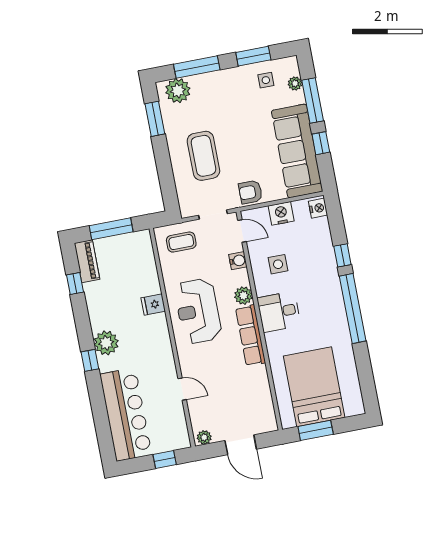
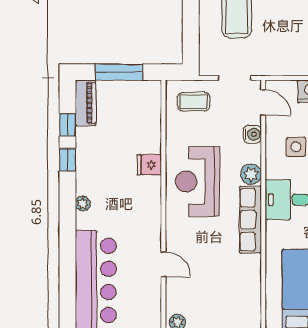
armchair: (250, 192) -> (281, 61), removed
plant: (106, 343) -> (83, 204), width x0.53, depth x0.53
window: (90, 360) -> (67, 160), moved

